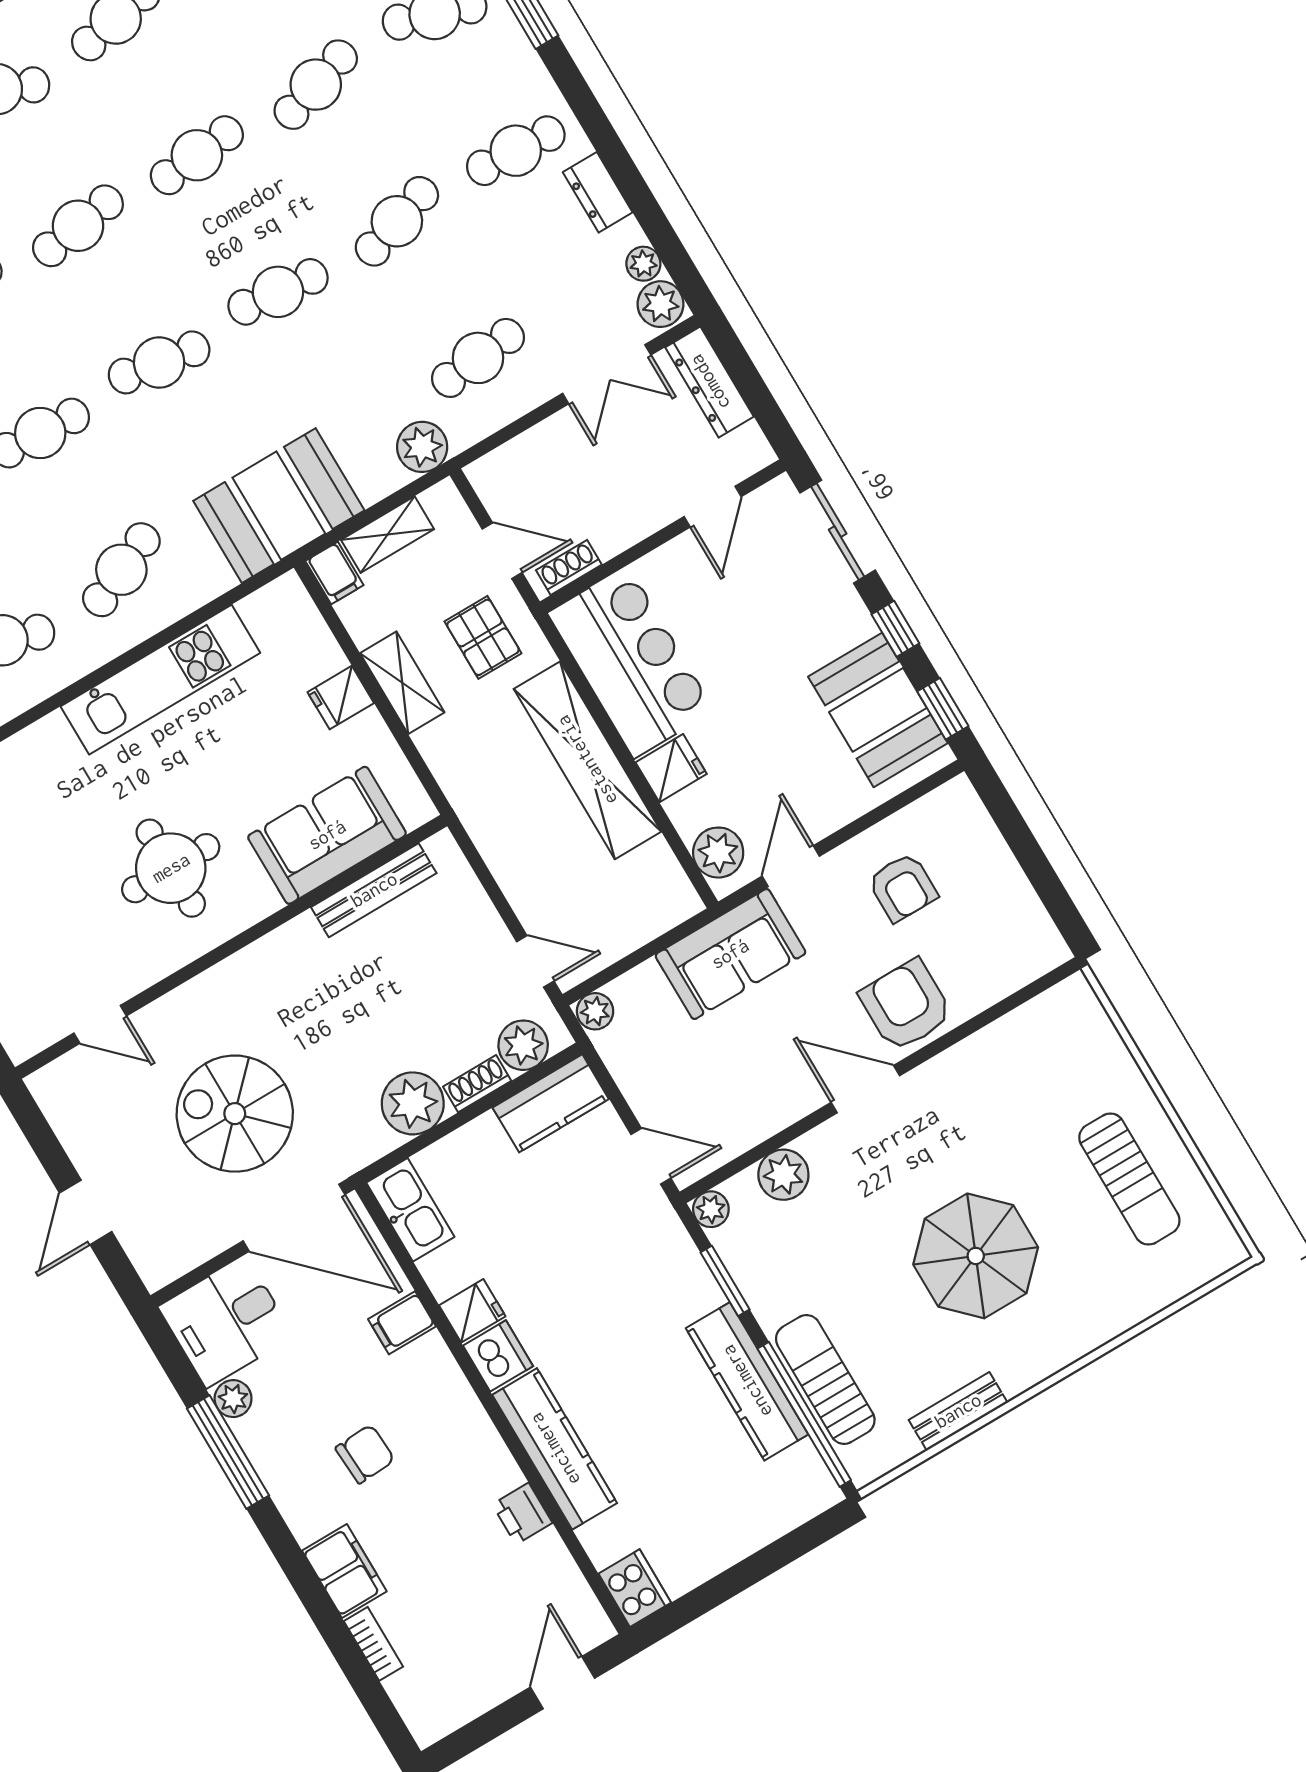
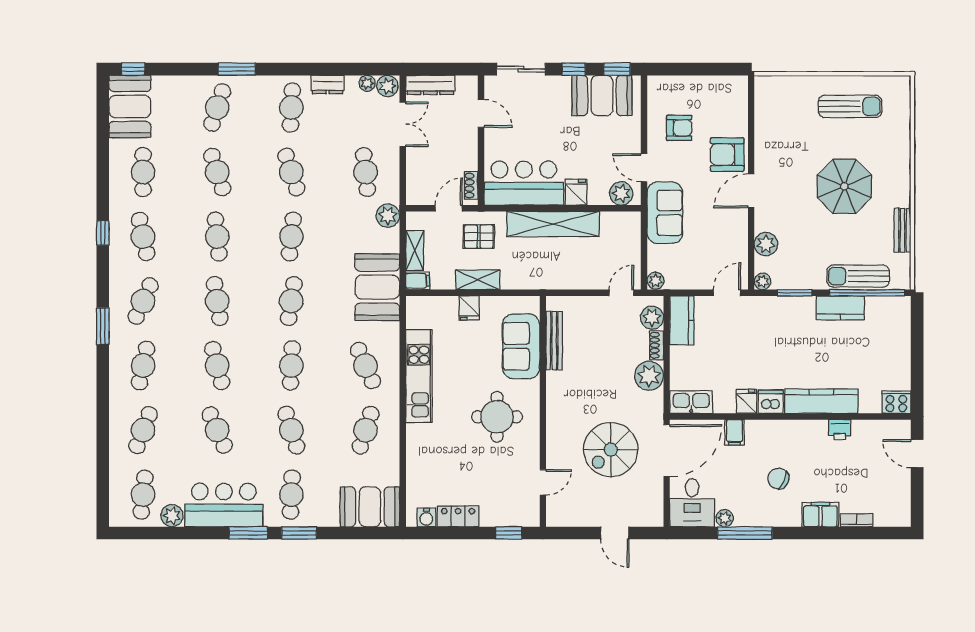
kitchen counter: (747, 1381) -> (840, 308), width x0.67
chair: (365, 1454) -> (778, 478), turned -64

